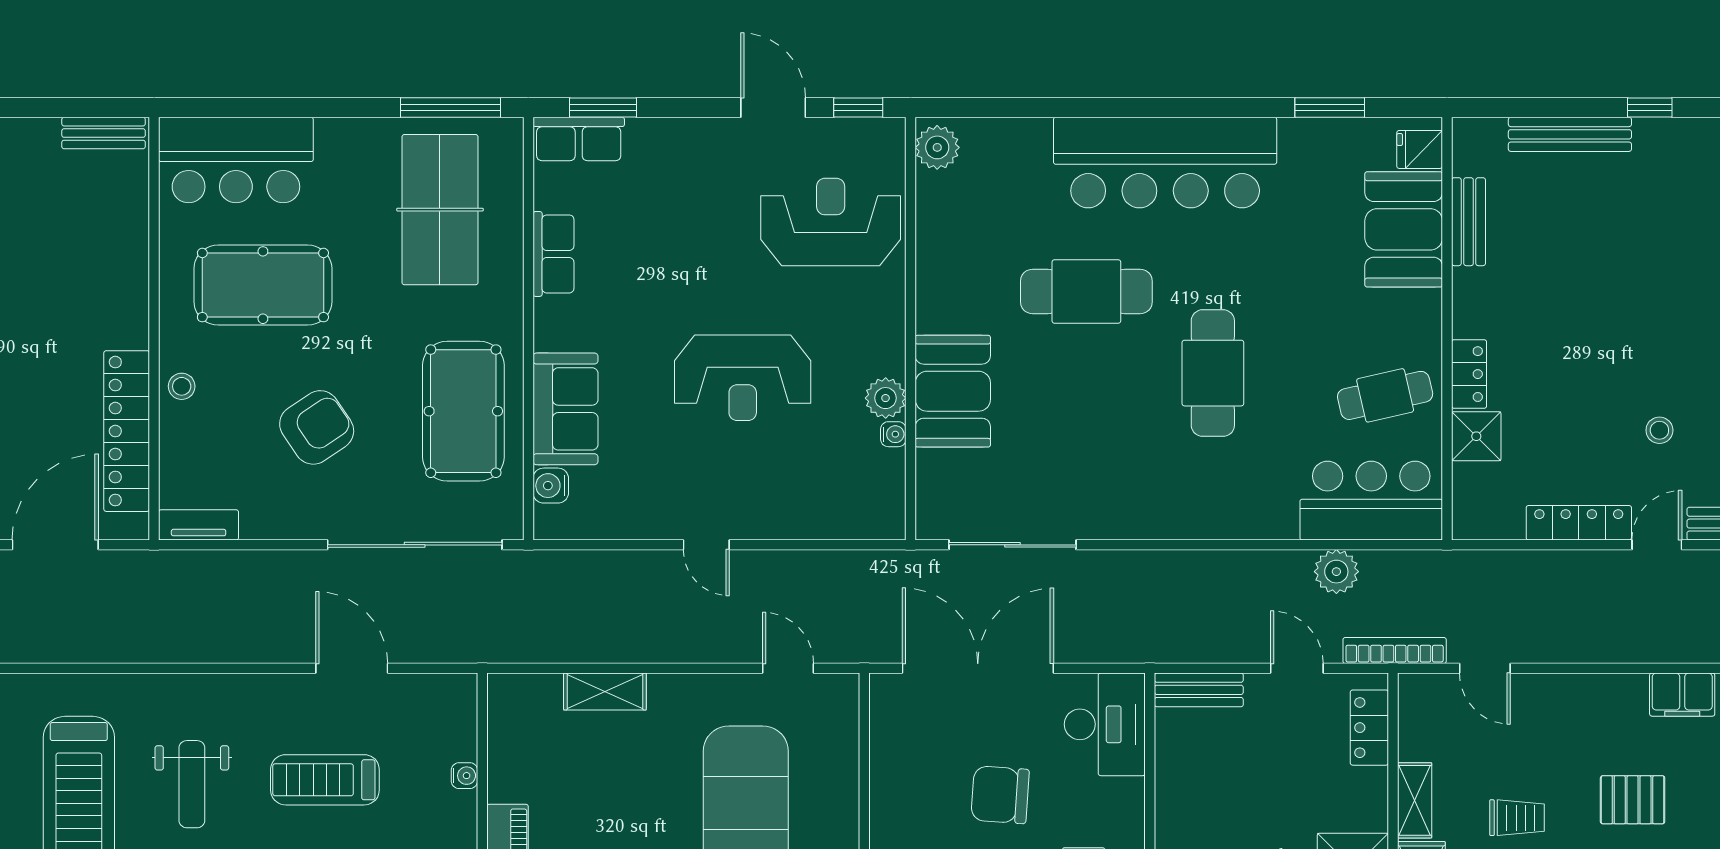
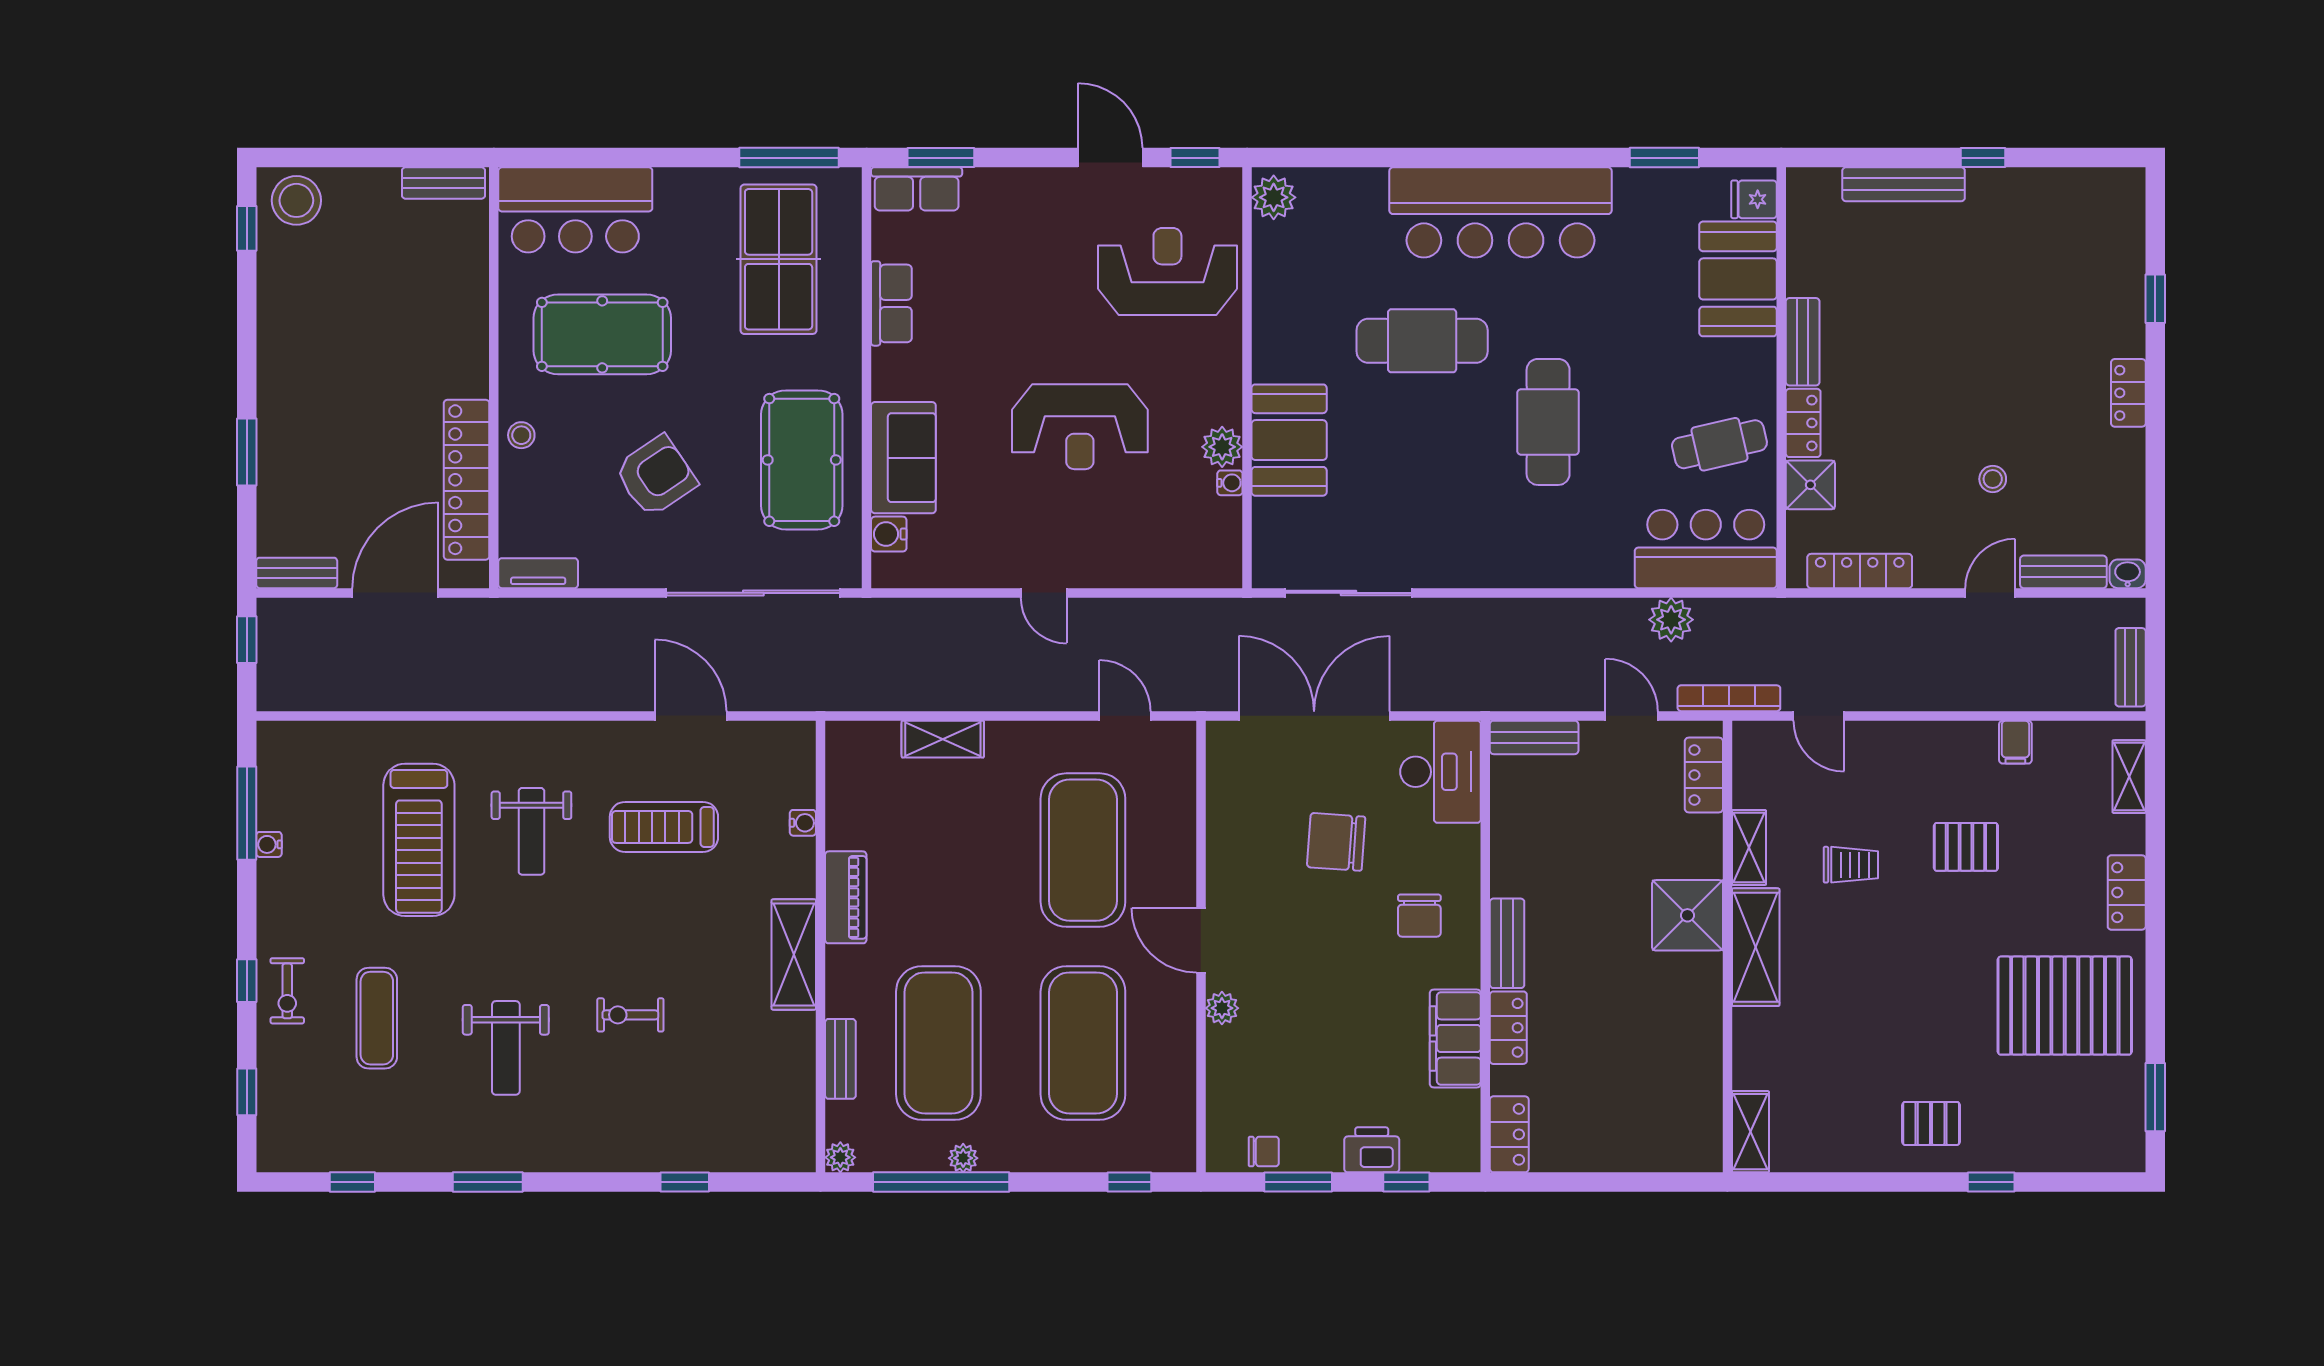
bench: (1469, 222) -> (1803, 342), moved
locker: (1579, 523) -> (1860, 571), moved
filing cabinet: (1682, 695) -> (2015, 742), width x0.50

